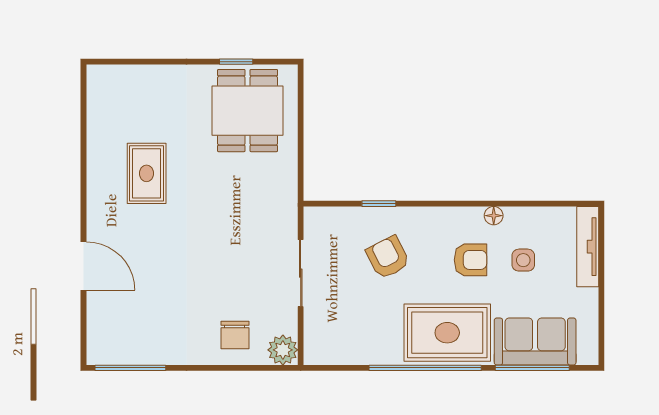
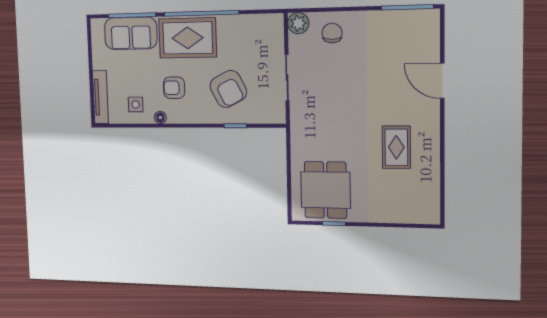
armchair: (388, 257) -> (228, 89), width x1.38, depth x1.38
side table: (523, 260) -> (136, 104), moved

